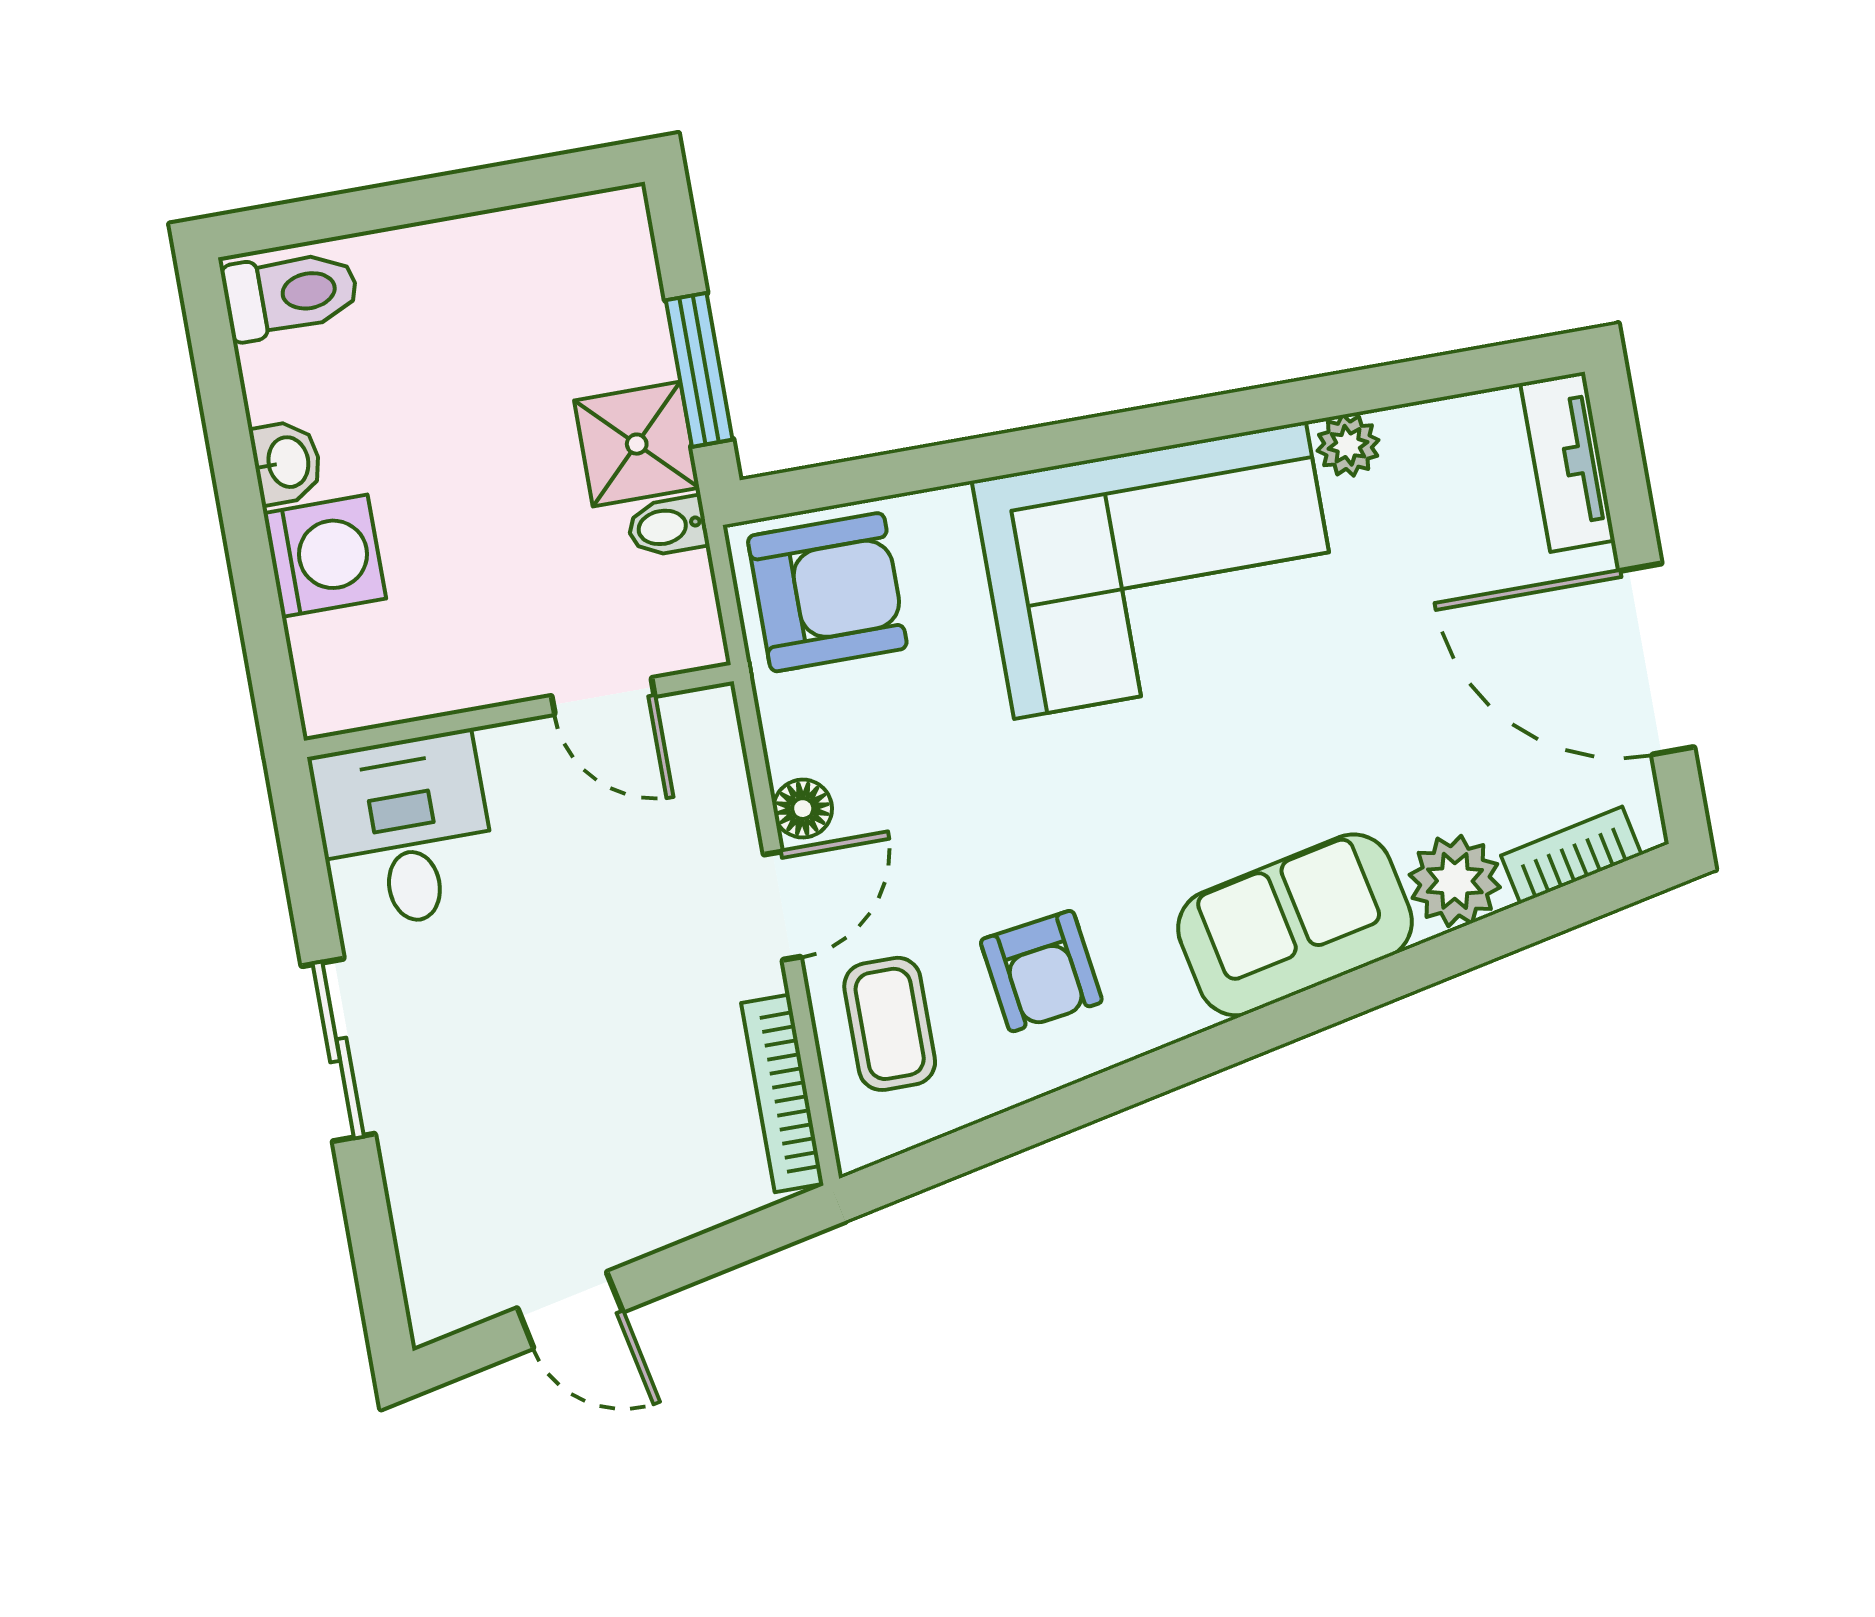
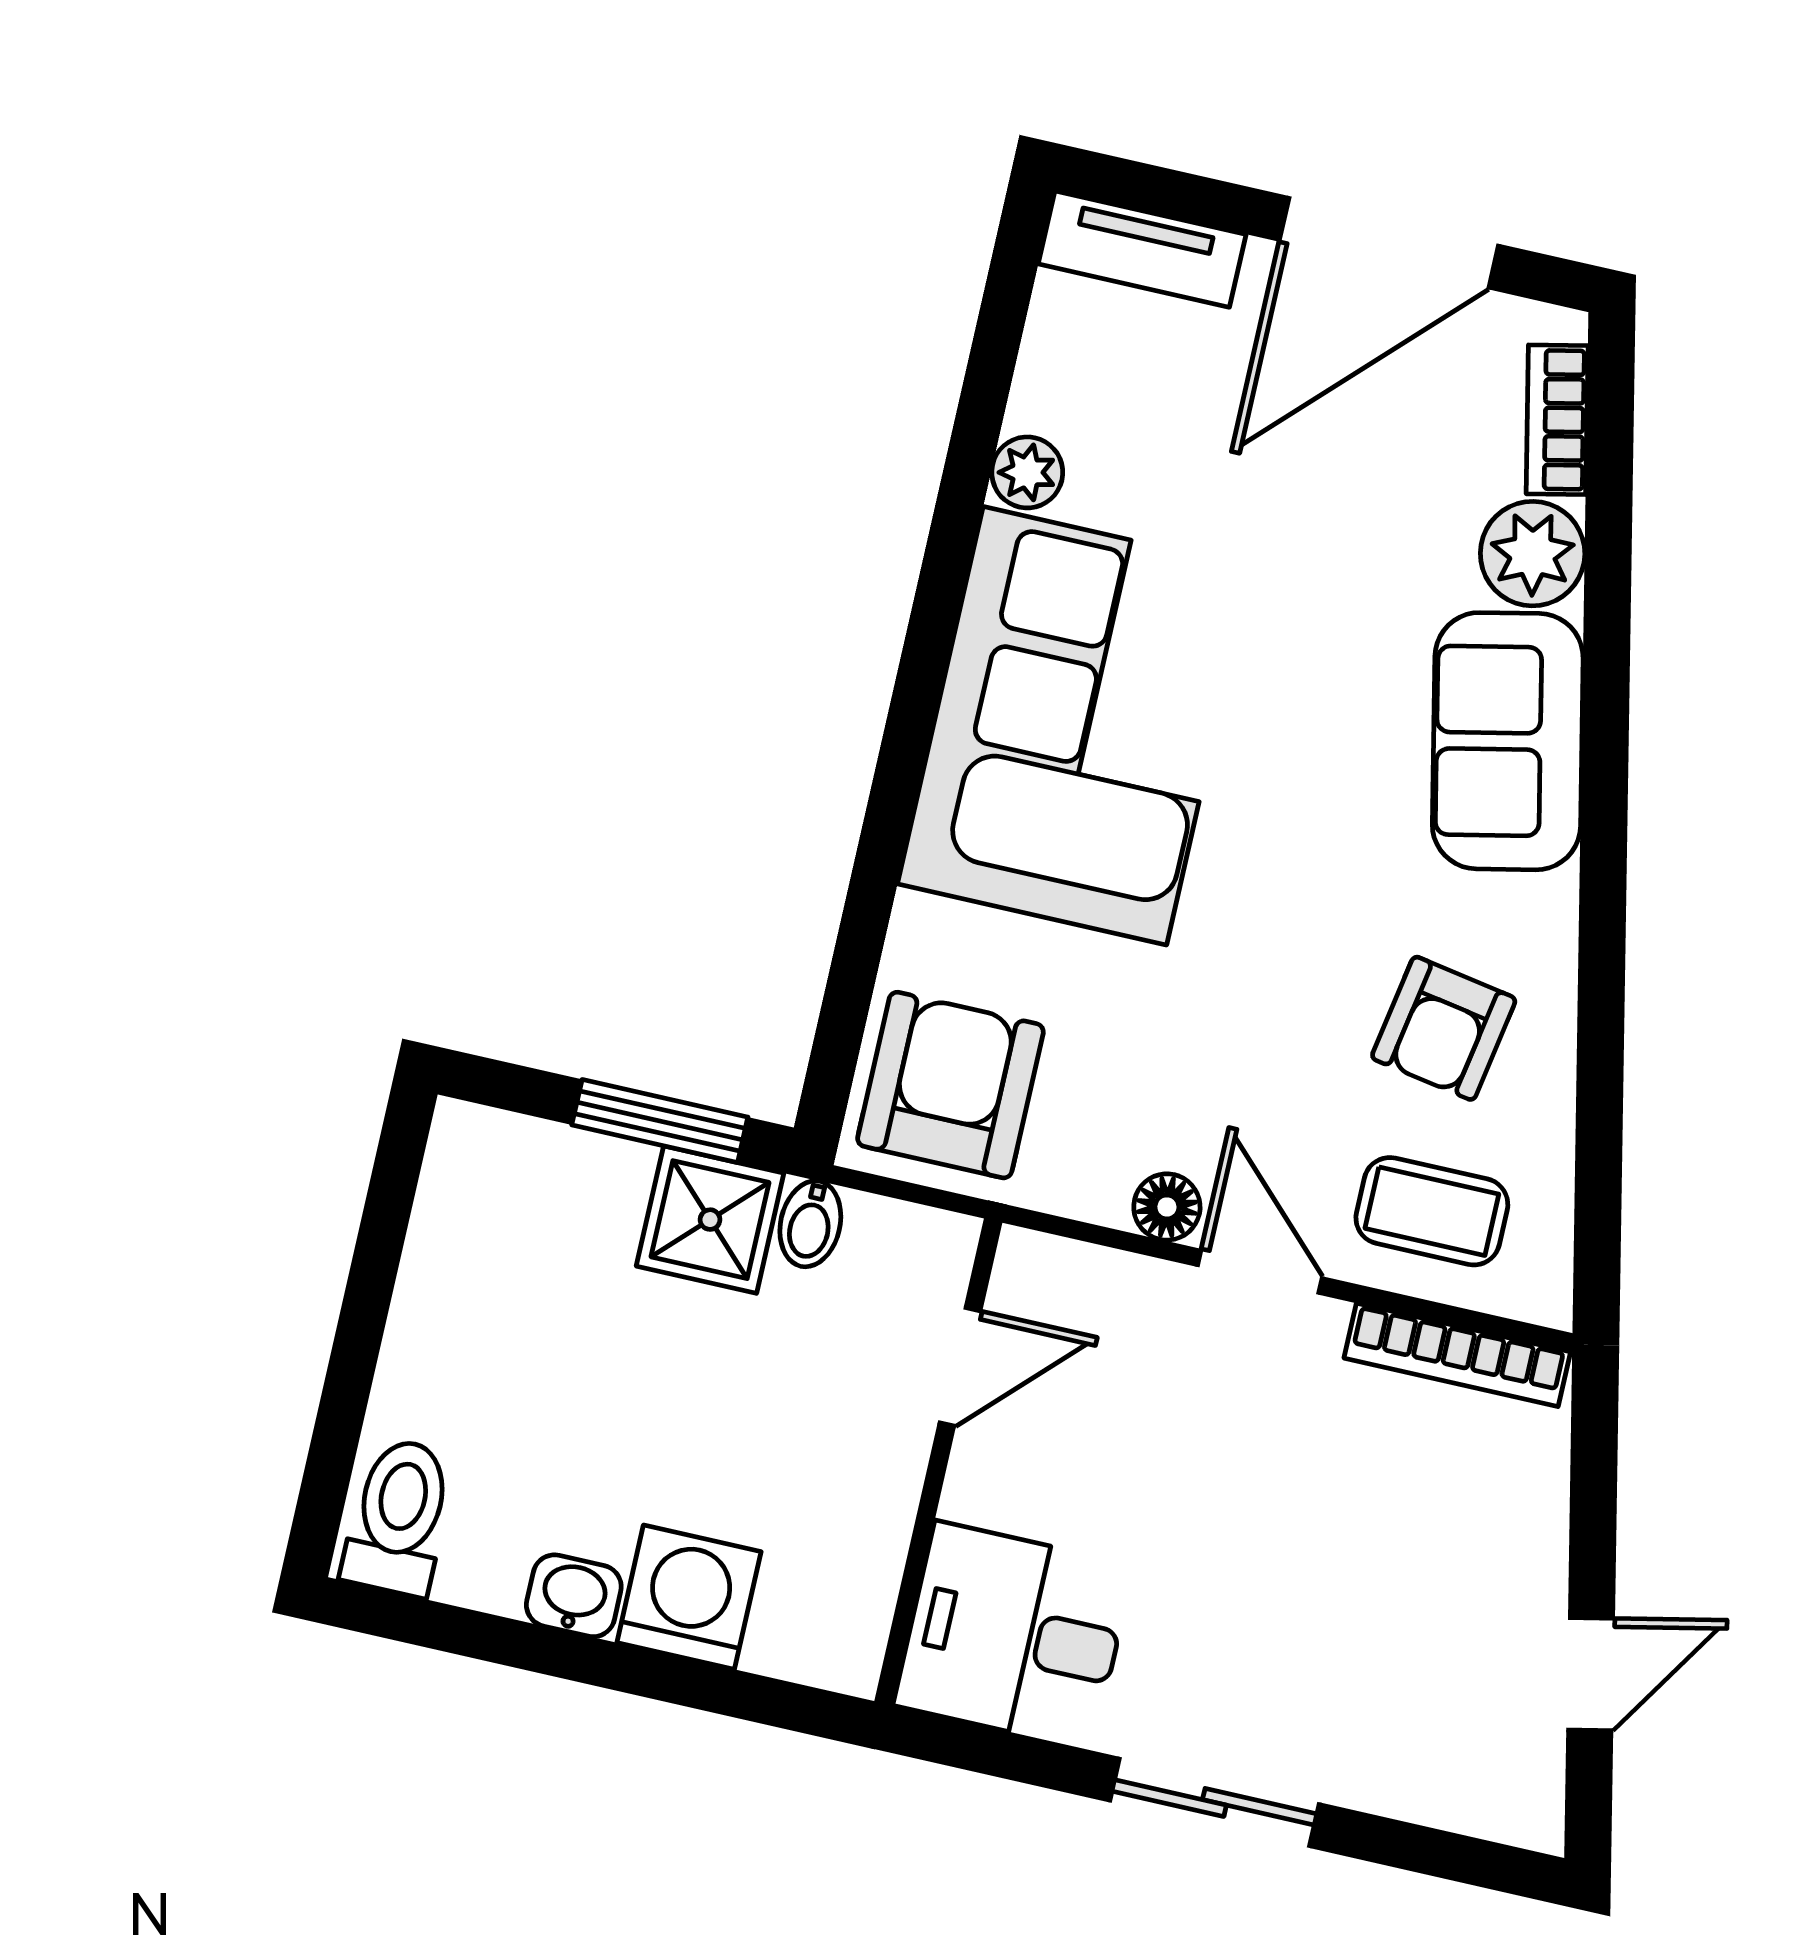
armchair: (1041, 971) -> (1444, 1028), turned 108

